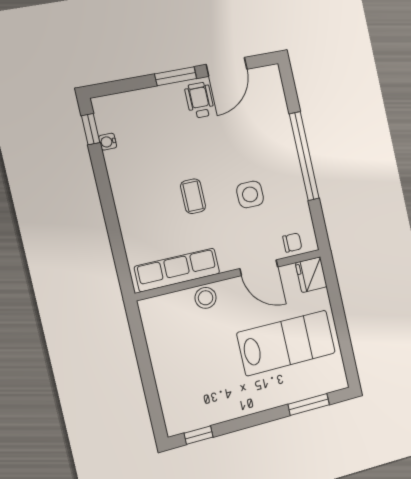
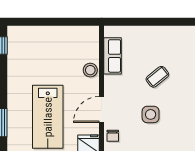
coffee table: (193, 196) -> (157, 77), turned -39
row of seats: (177, 270) -> (112, 56), width x0.68

